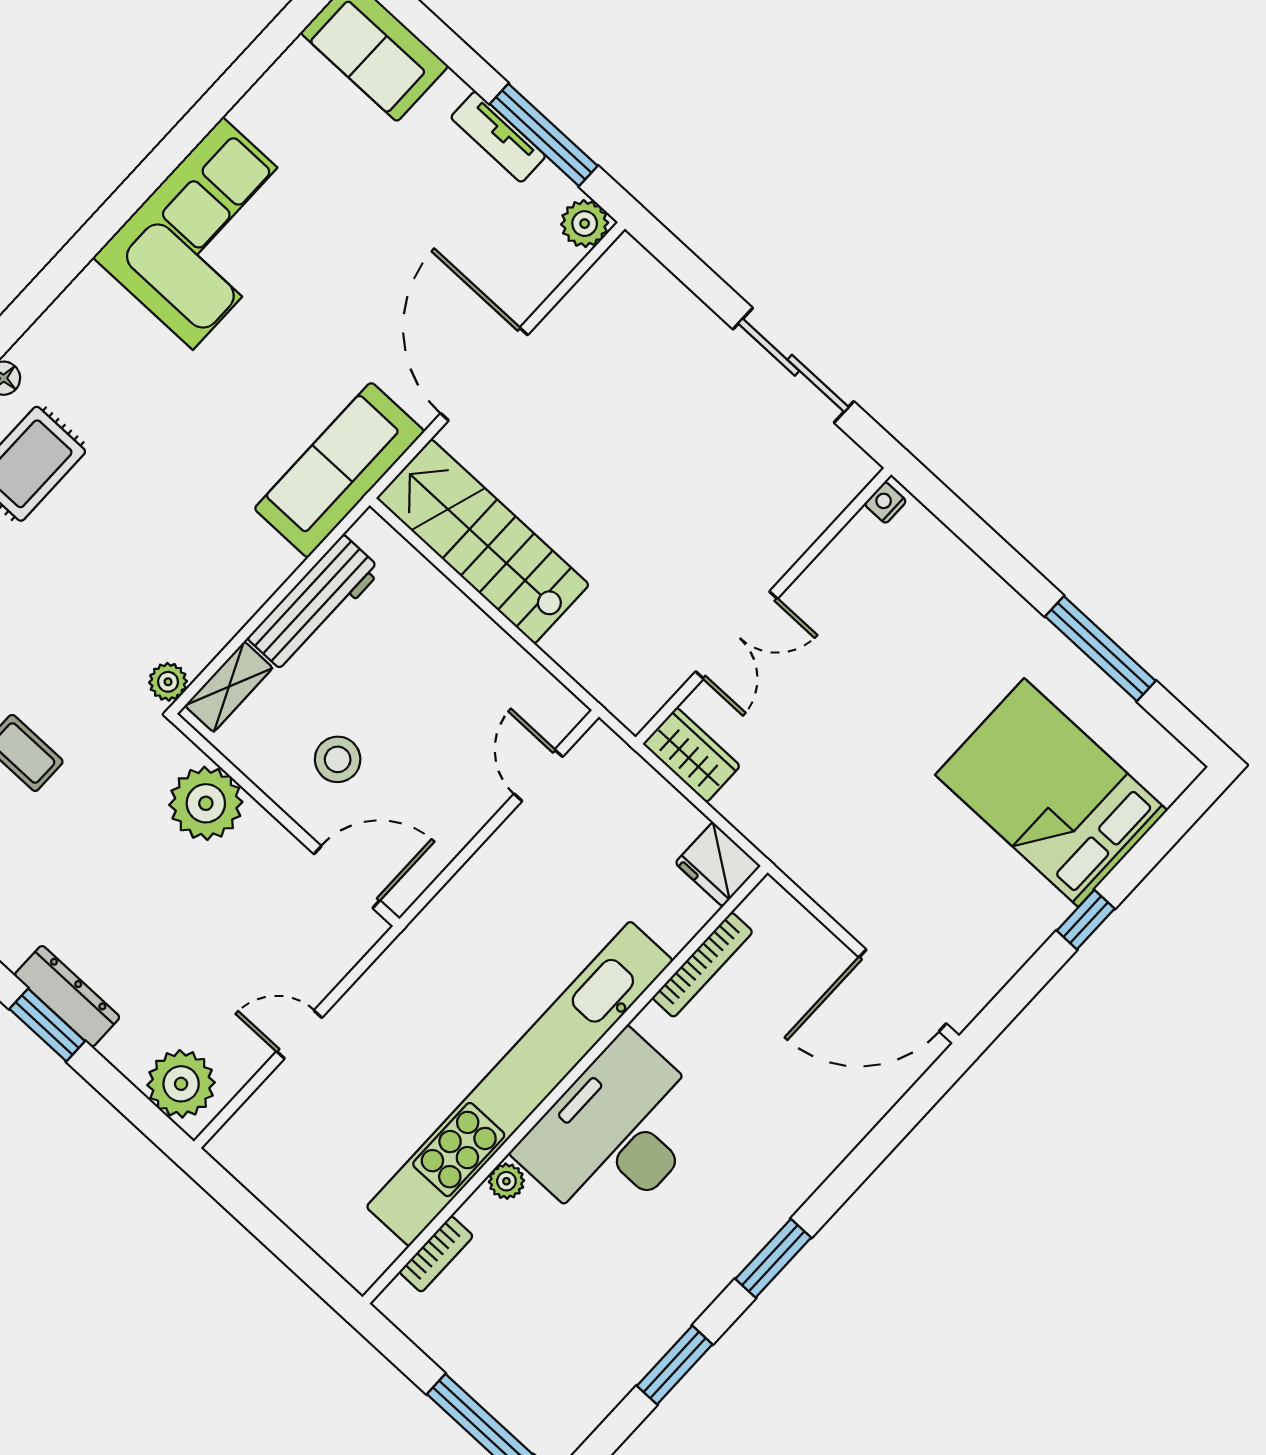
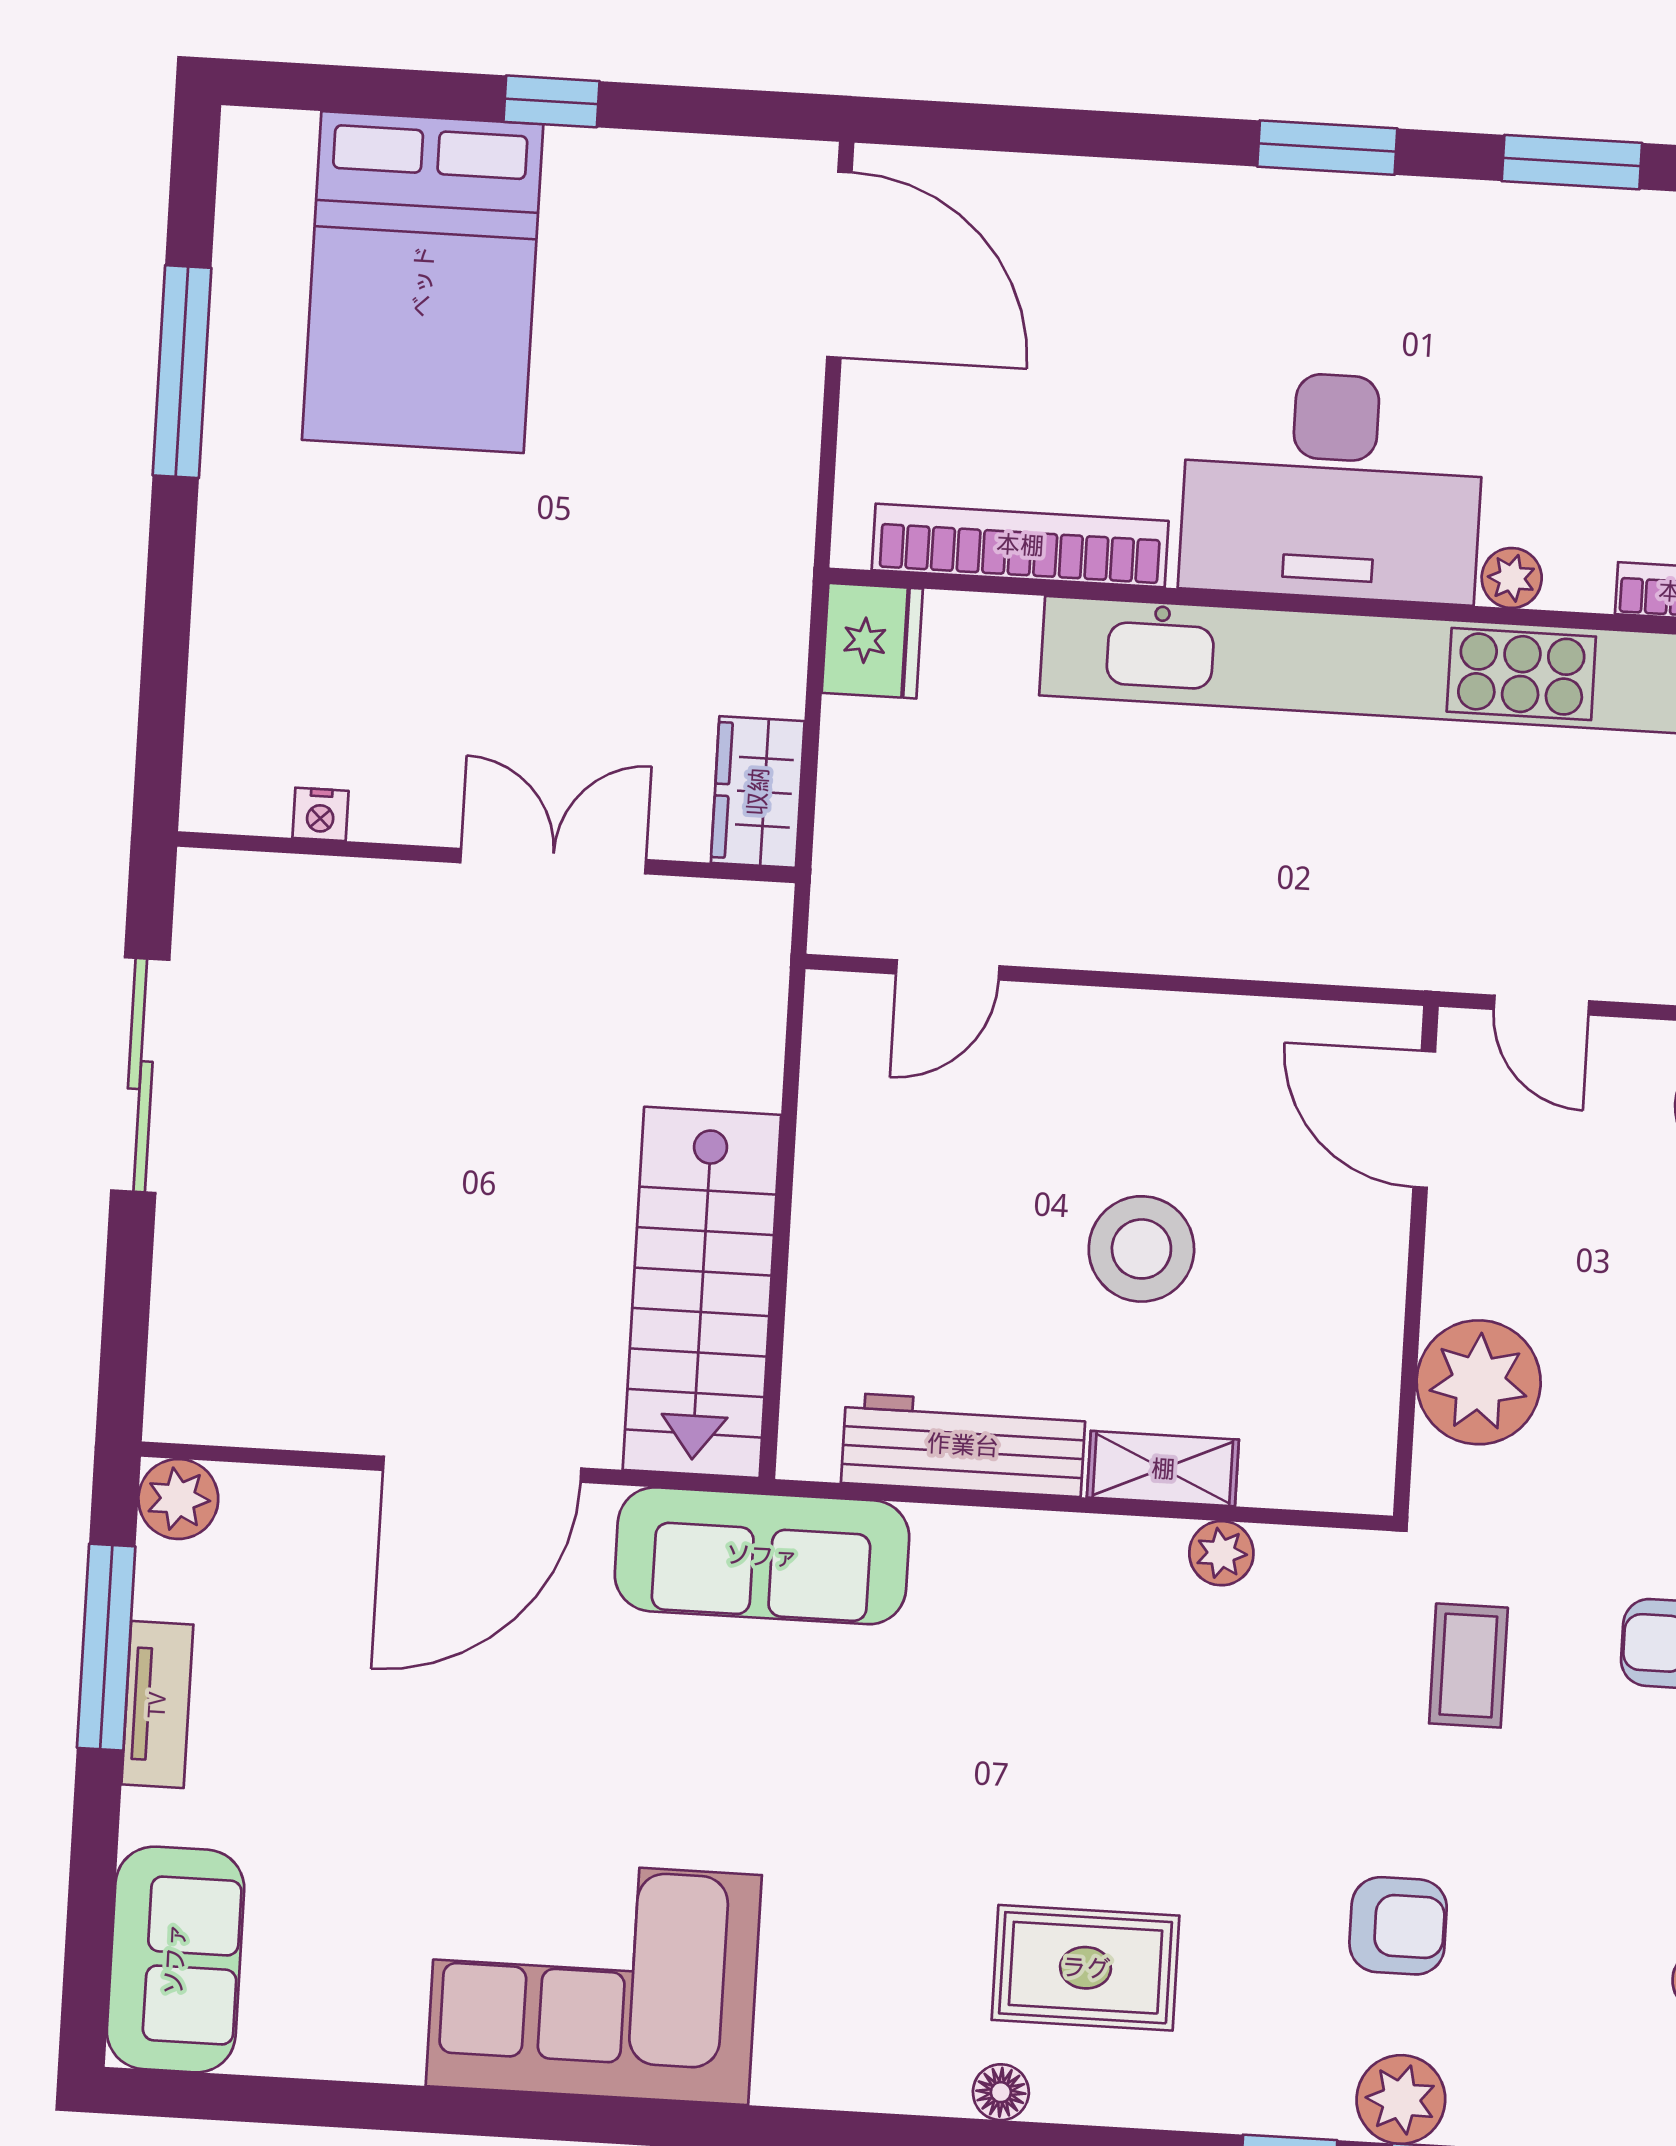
nightstand: (885, 503) -> (320, 814), moved
stool: (338, 759) -> (1141, 1249), width x1.38, depth x1.38
plant: (206, 803) -> (1479, 1382), moved
wall: (285, 820) -> (1416, 1261), moved
door: (347, 877) -> (1424, 1119), moved
bookcase: (702, 965) -> (1020, 545), width x1.48, depth x1.31

